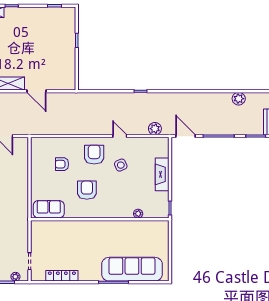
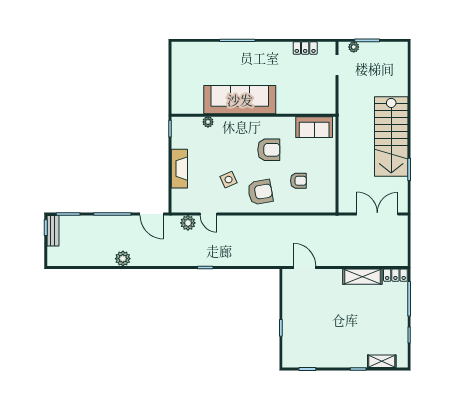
door: (36, 91) -> (305, 267), moved
plant: (239, 99) -> (123, 259), moved
door: (120, 136) -> (209, 214), moved
armchair: (94, 155) -> (260, 192), turned -100
armchair: (87, 190) -> (269, 150), turned -90
sofa: (132, 269) -> (240, 100), moved, turned 180
locker: (62, 276) -> (305, 48), width x0.66

